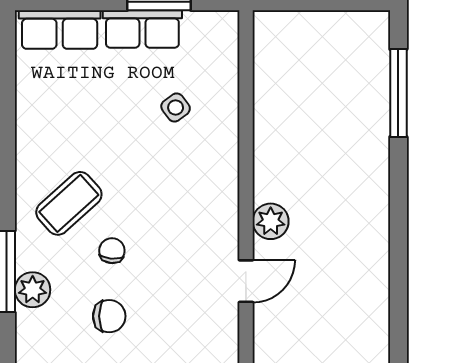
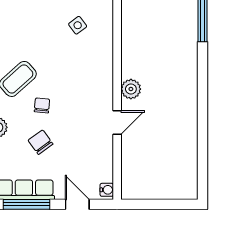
chair: (109, 316) -> (40, 142), turned -126

